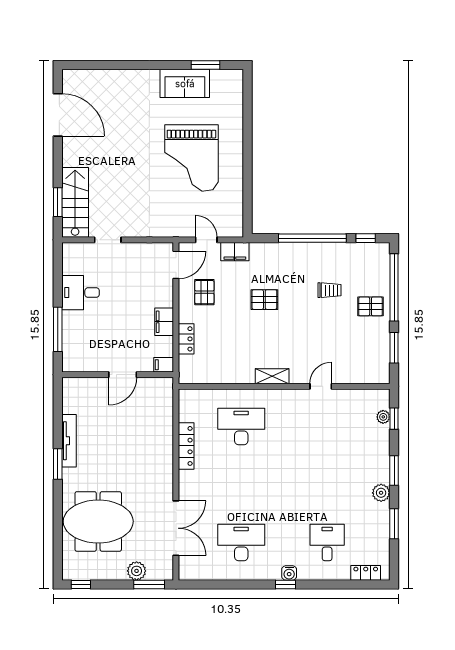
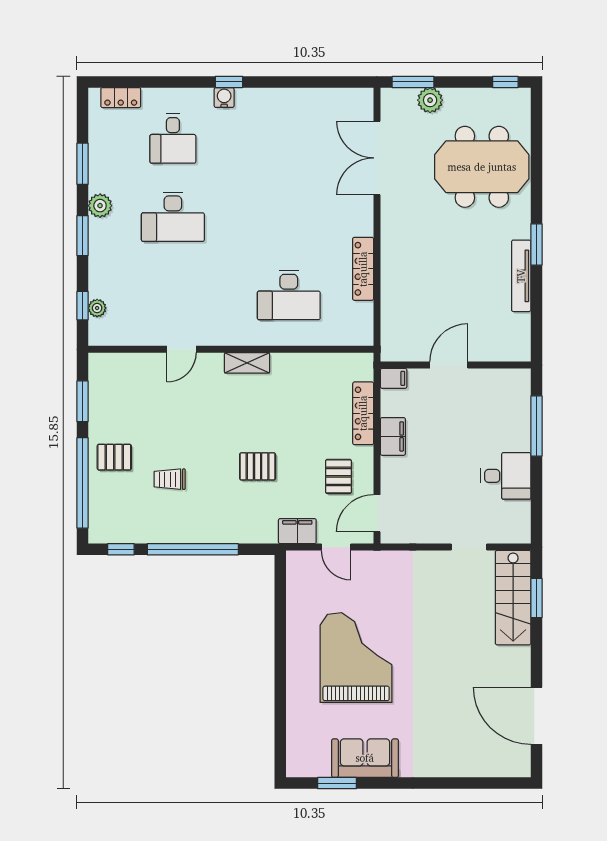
locker: (186, 339) -> (363, 413), width x1.53
desk: (241, 543) -> (173, 217), moved

